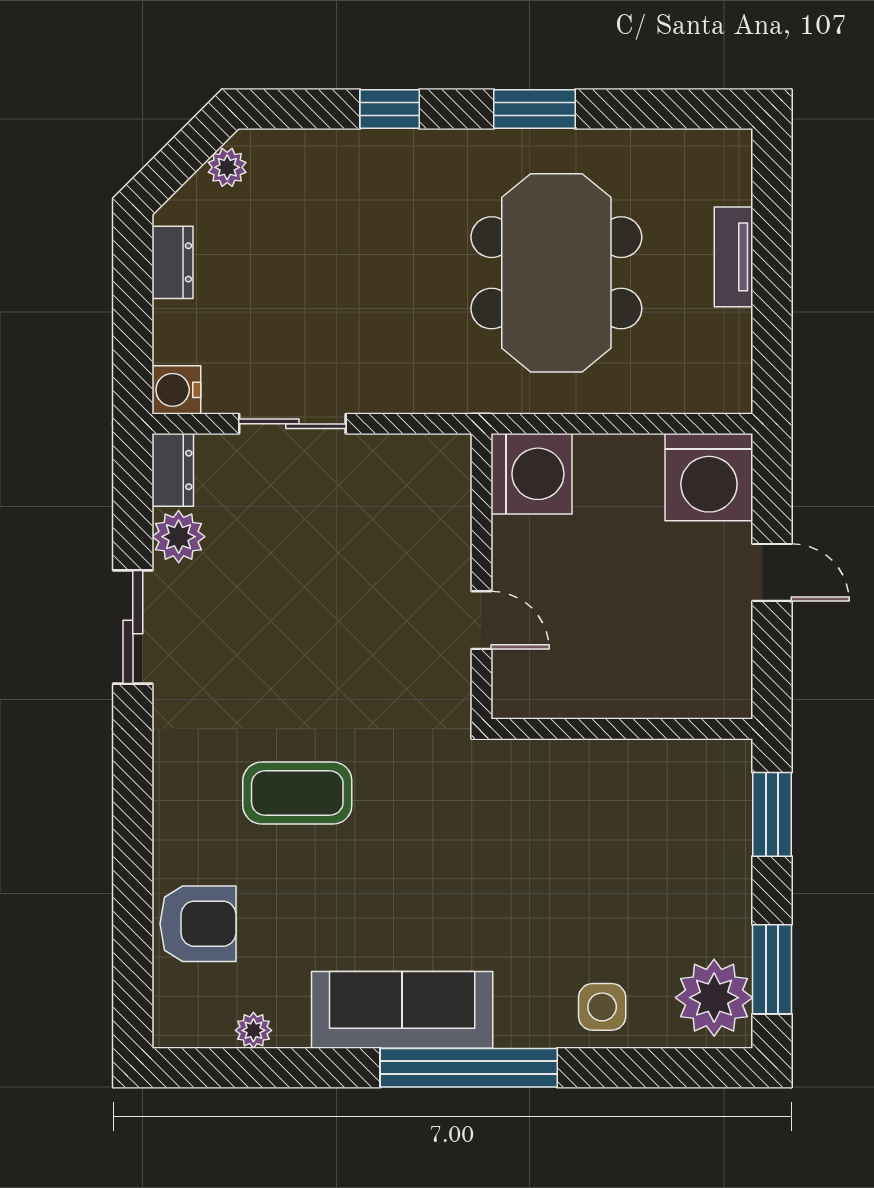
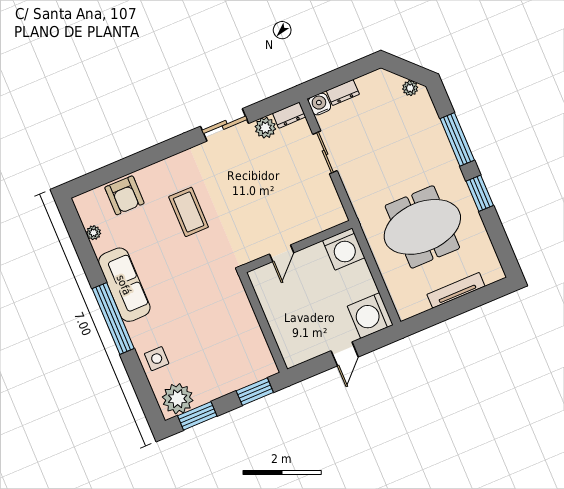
window: (390, 109) -> (457, 139), width x2.17
tv unit: (734, 257) -> (456, 290), width x1.41
dresser: (173, 262) -> (343, 93), moved

